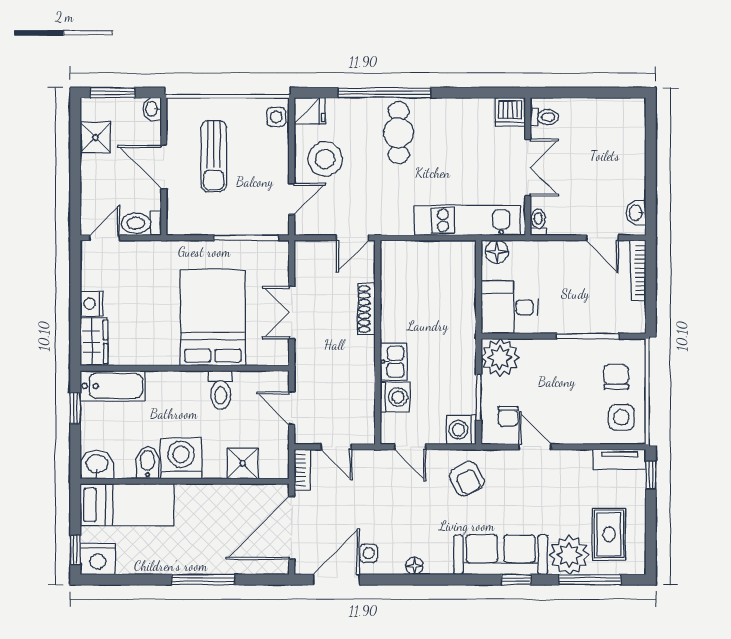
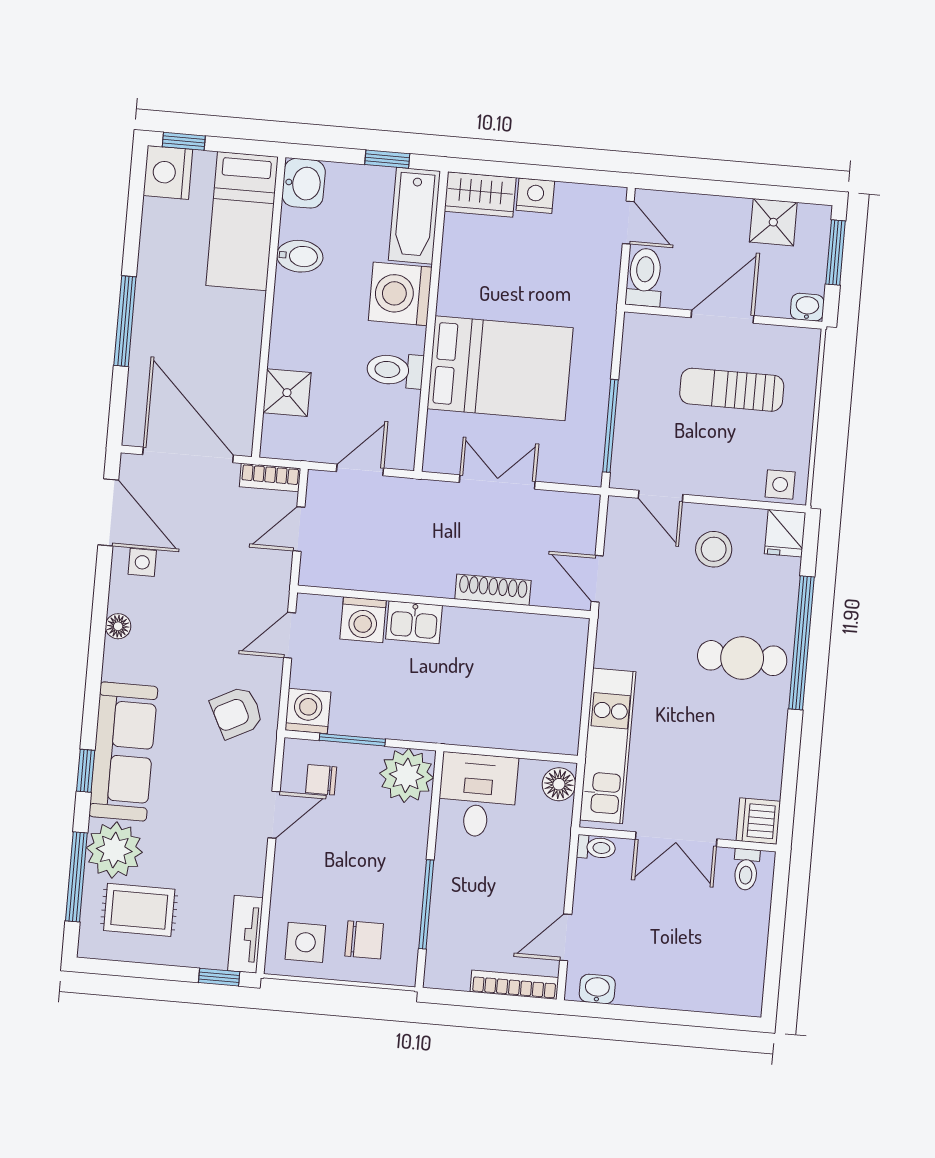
stool: (325, 159) -> (714, 549), width x0.73, depth x0.73
washing machine: (181, 458) -> (400, 294), moved, turned 180

